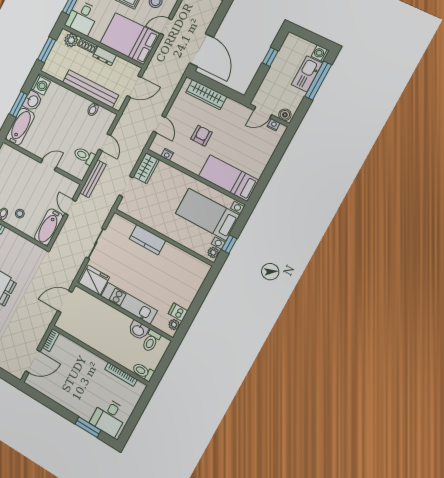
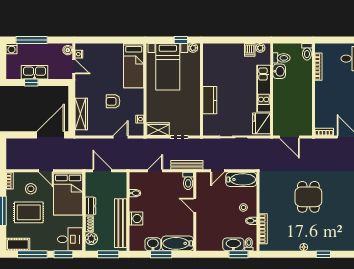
kitchen sink: (307, 74) -> (34, 72), moved, turned 180
washing machine: (41, 85) -> (136, 219), moved, turned 90
bench: (91, 89) -> (121, 223), moved
toilet: (84, 156) -> (188, 181), moved

